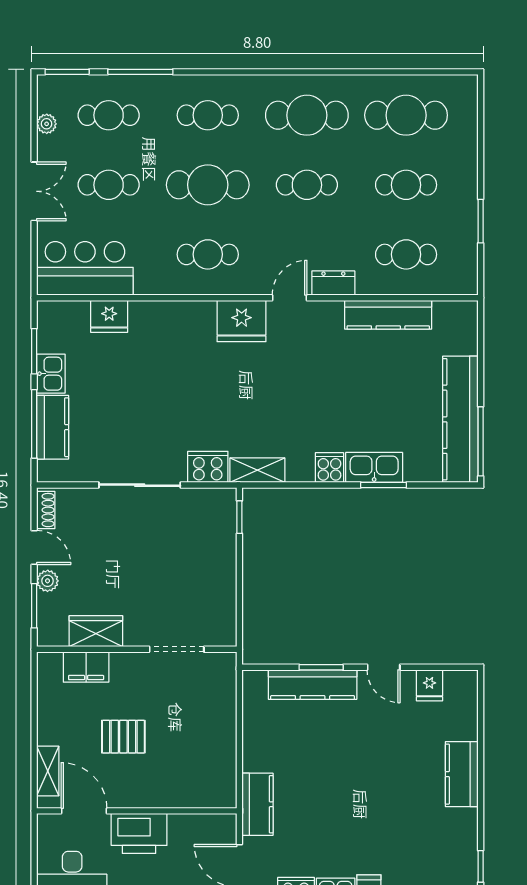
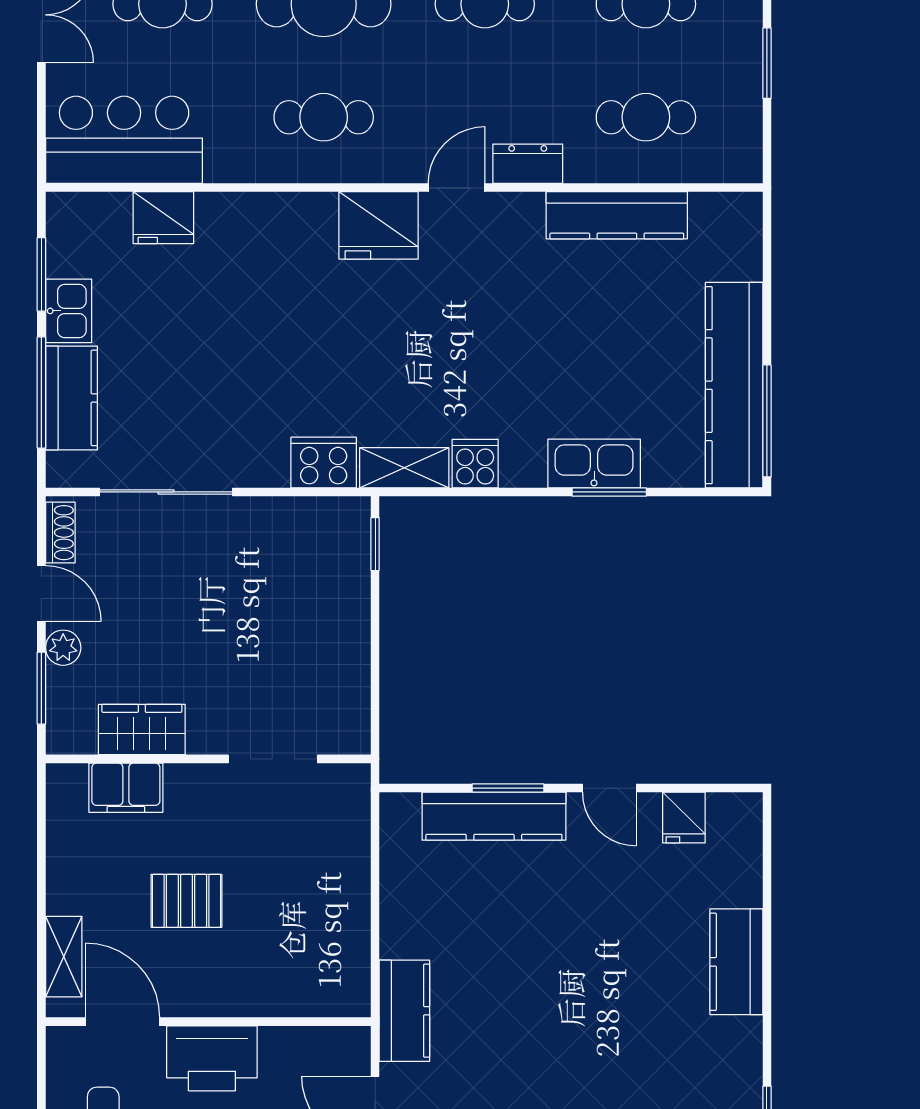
cooker: (329, 468) -> (475, 464), moved
sliding door: (140, 485) -> (166, 492), moved

